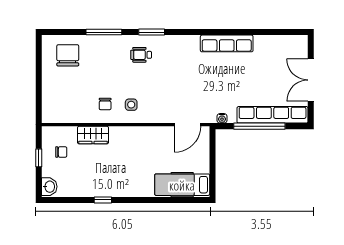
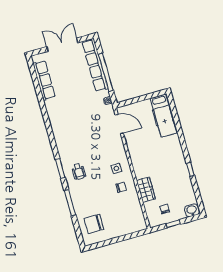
row of seats: (227, 43) -> (44, 80), moved
double door: (311, 80) -> (62, 45), swing flipped

